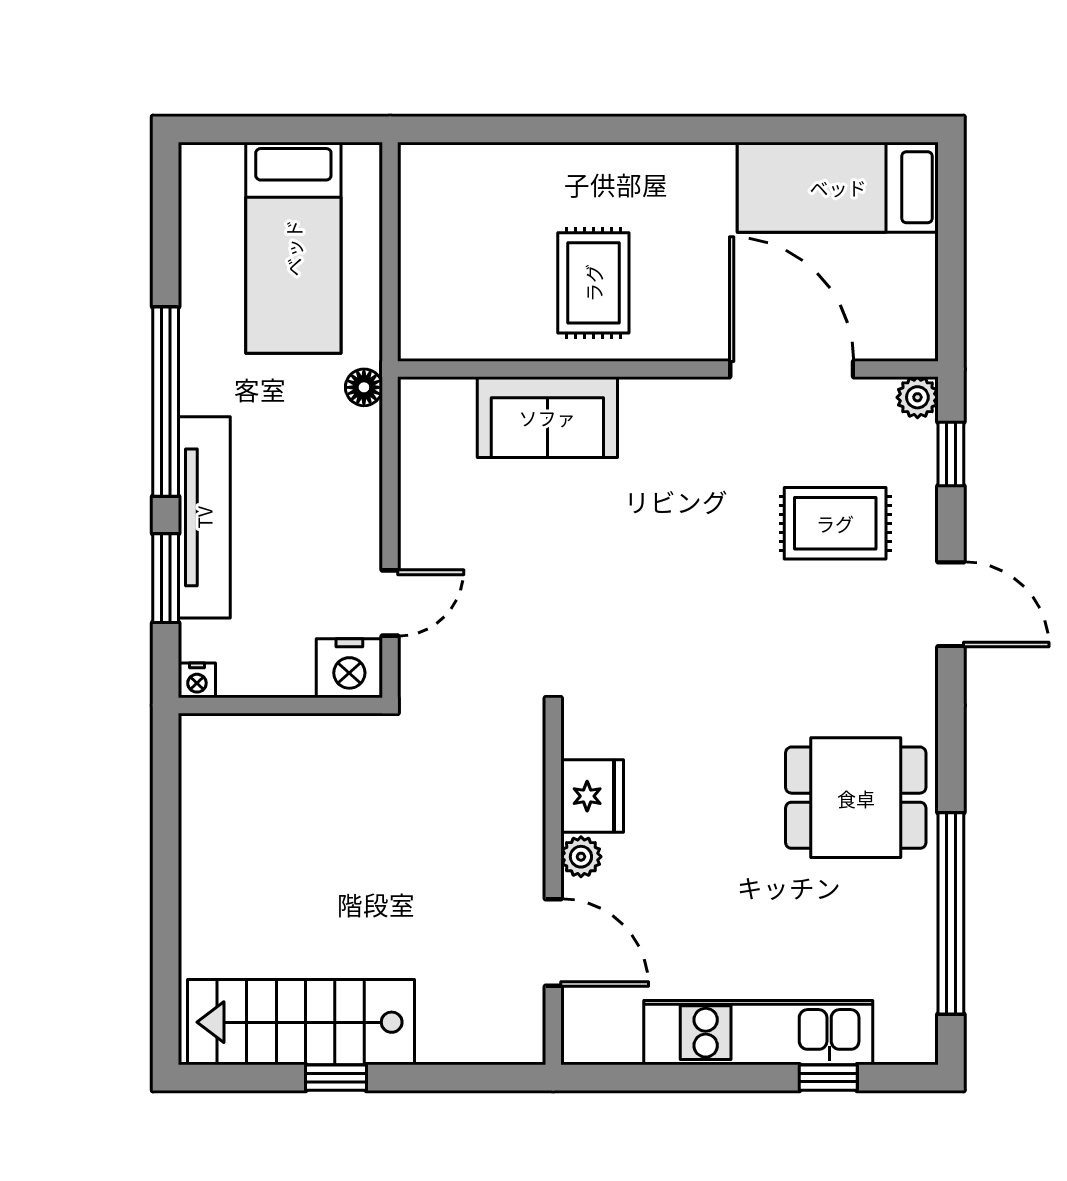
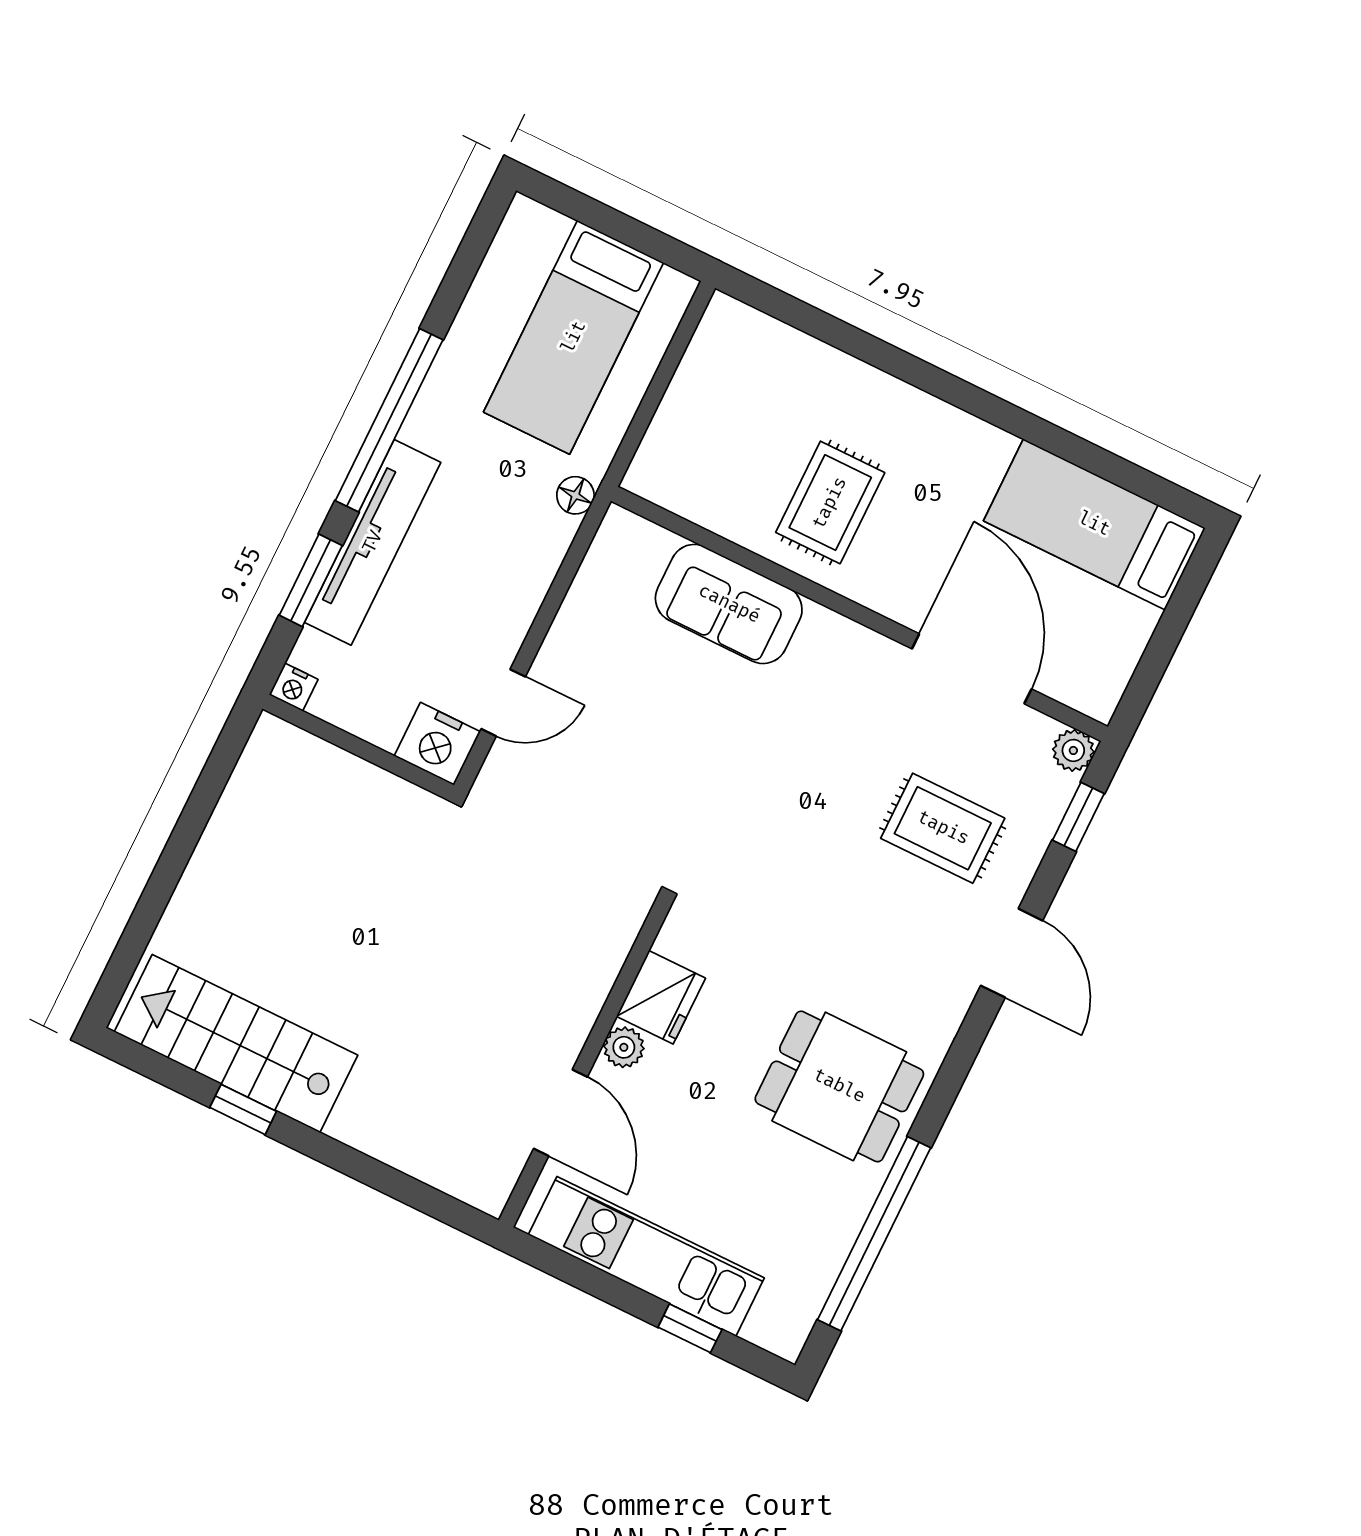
fridge: (592, 796) -> (661, 997), moved
plant: (581, 857) -> (624, 1047), moved
wall: (553, 889) -> (584, 1064), moved
door: (553, 942) -> (560, 1113), moved

